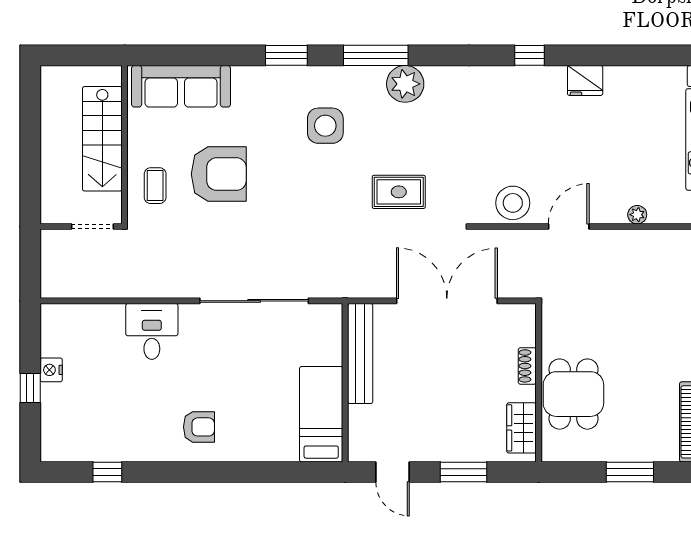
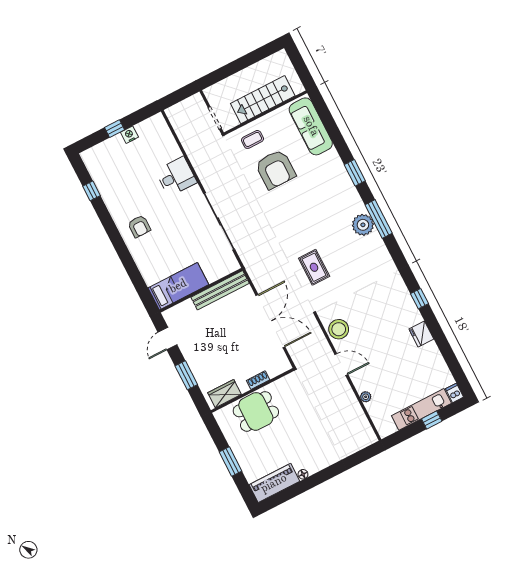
plant: (405, 84) -> (363, 225), moved
side table: (325, 126) -> (329, 212), removed

